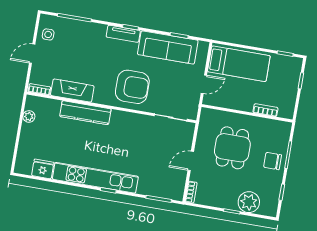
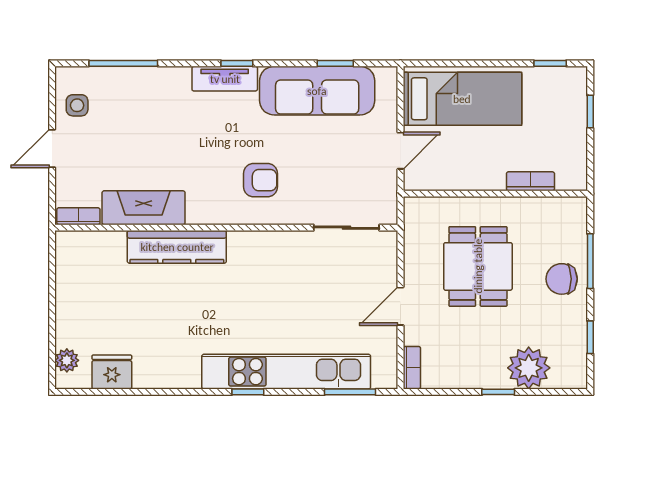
armchair: (132, 87) -> (261, 180), width x0.53, depth x0.53
plant: (29, 116) -> (67, 360), moved
kitchen unit: (95, 178) -> (286, 372), moved

